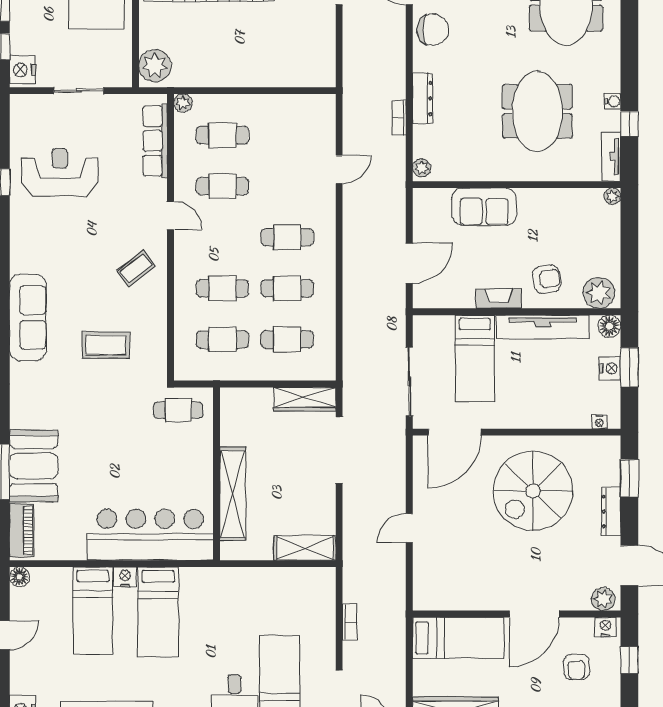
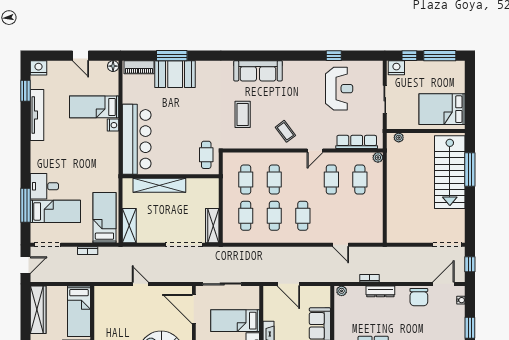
plant: (155, 66) -> (399, 138), width x0.53, depth x0.53
bed: (158, 612) -> (104, 218), moved, turned 90

